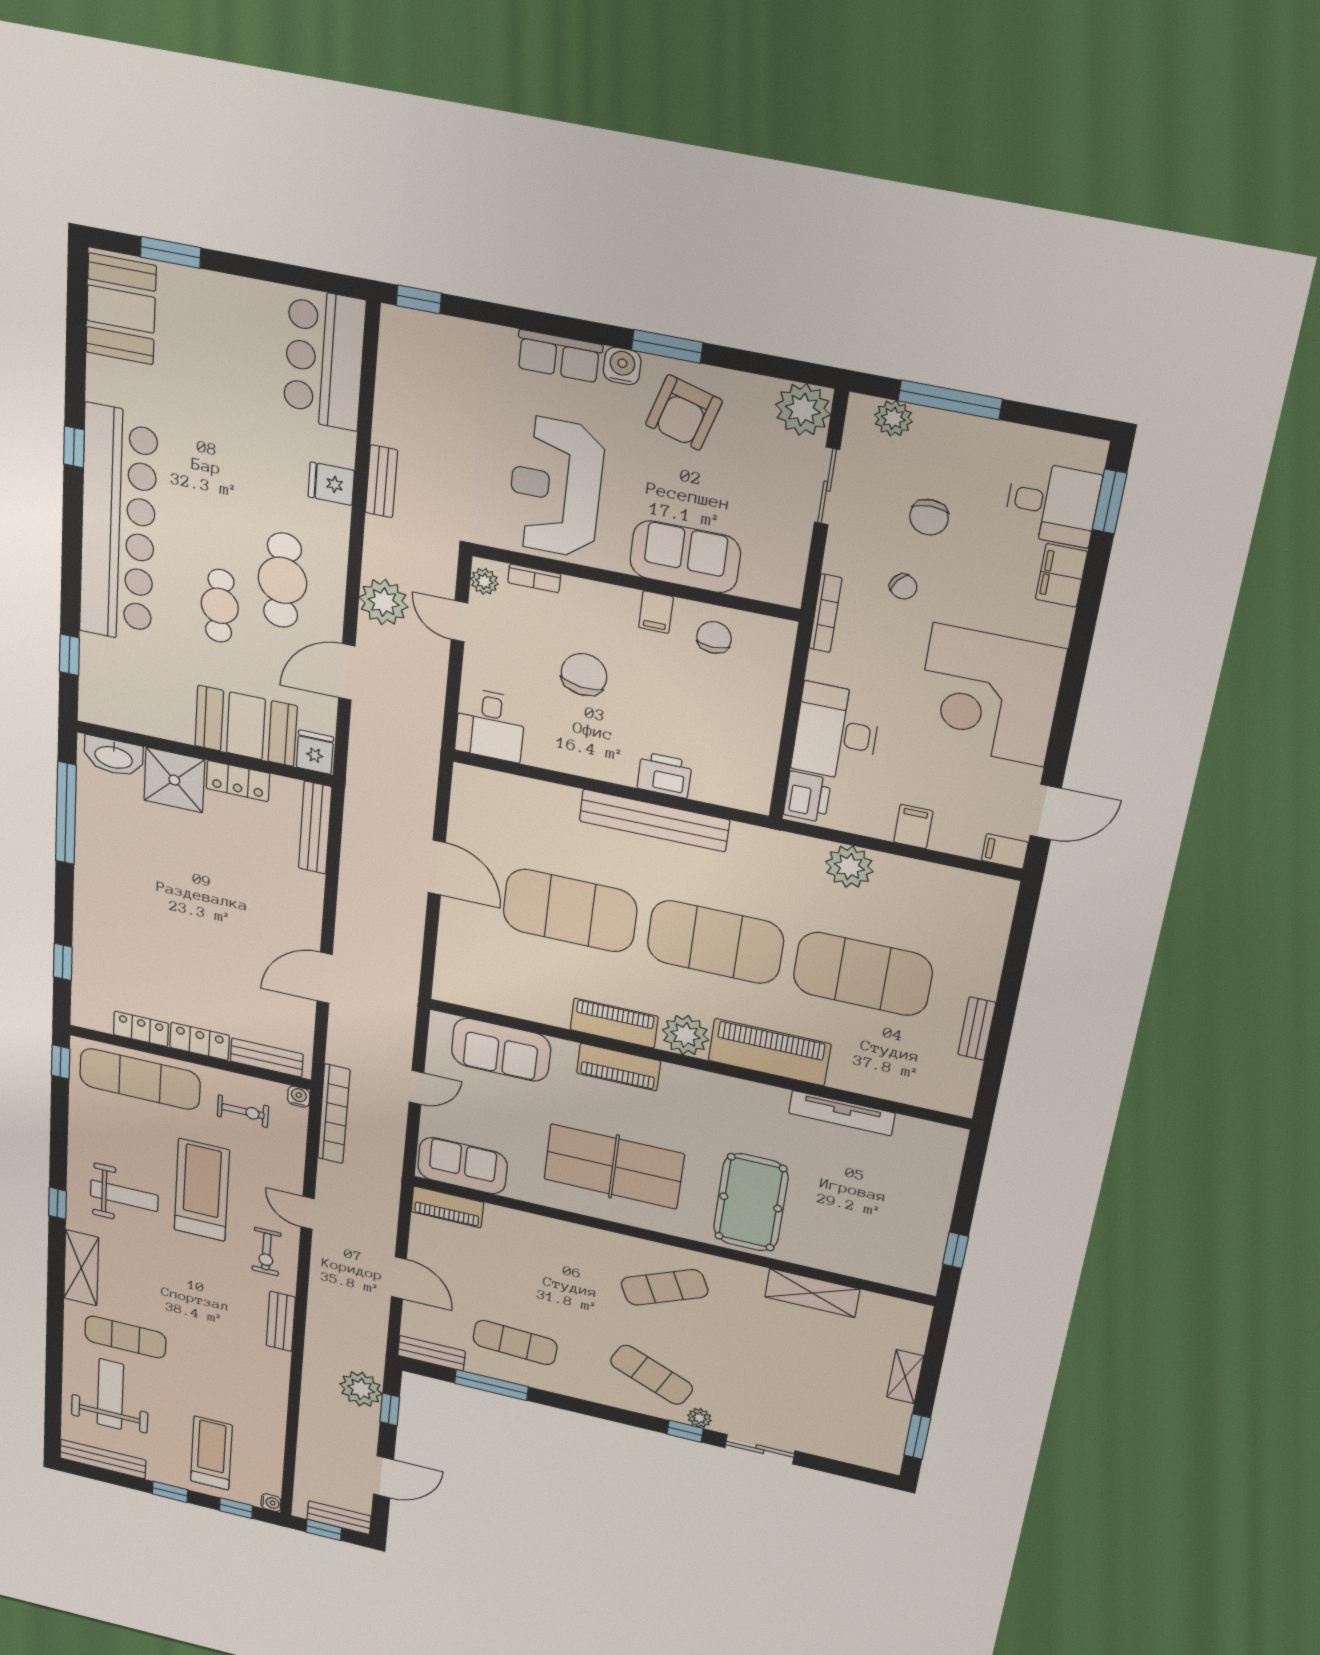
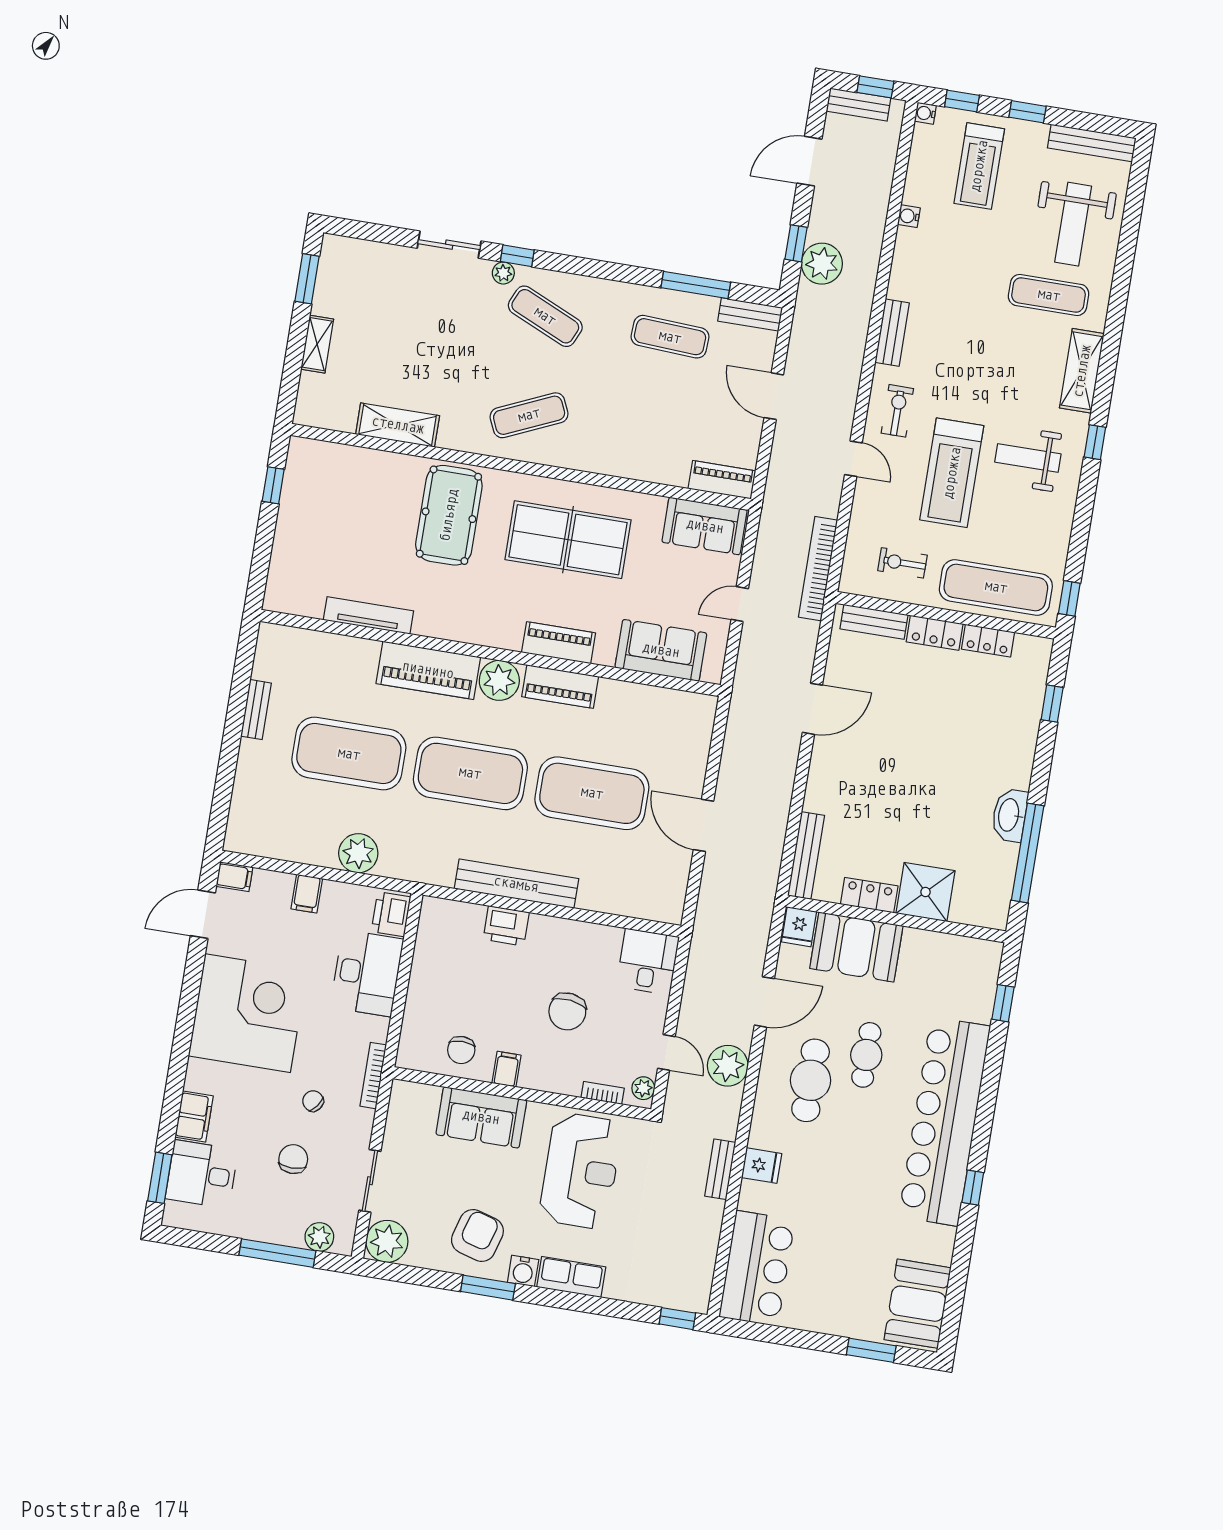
washbasin: (114, 756) -> (1010, 815), moved, turned -90
water cooler: (299, 1097) -> (909, 216), moved, turned 90

